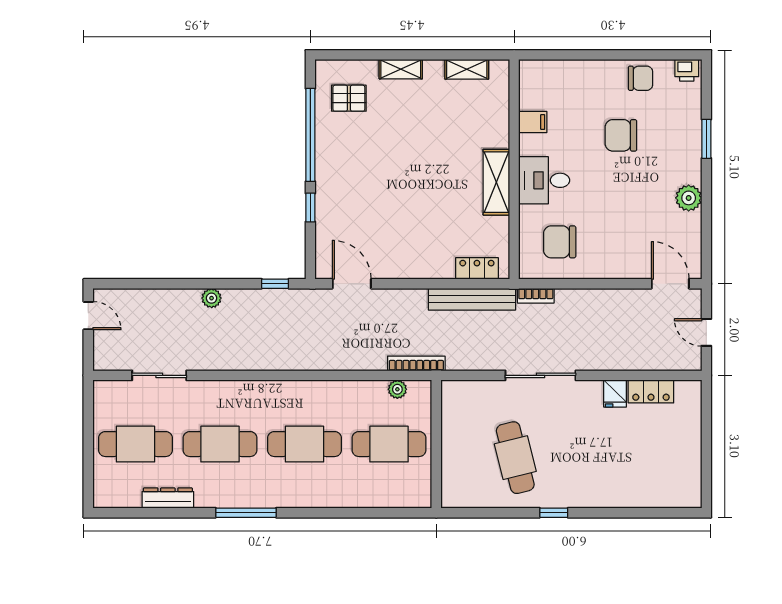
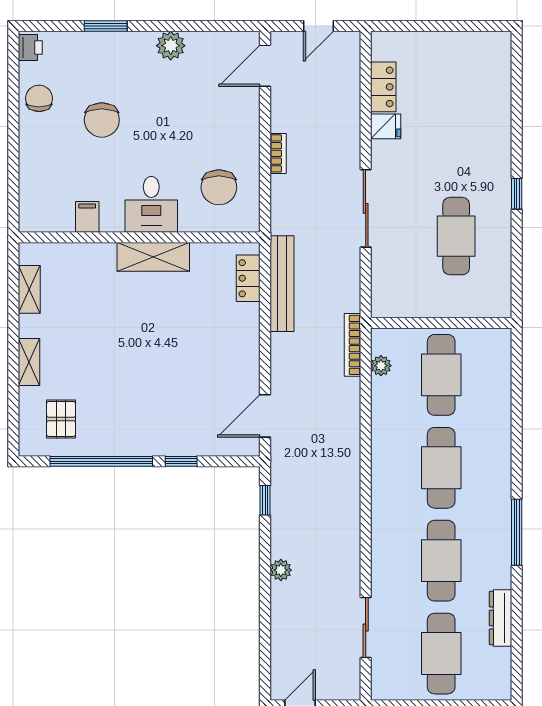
bookcase: (536, 296) -> (278, 153), moved
cafe table: (515, 458) -> (456, 236), turned -76

